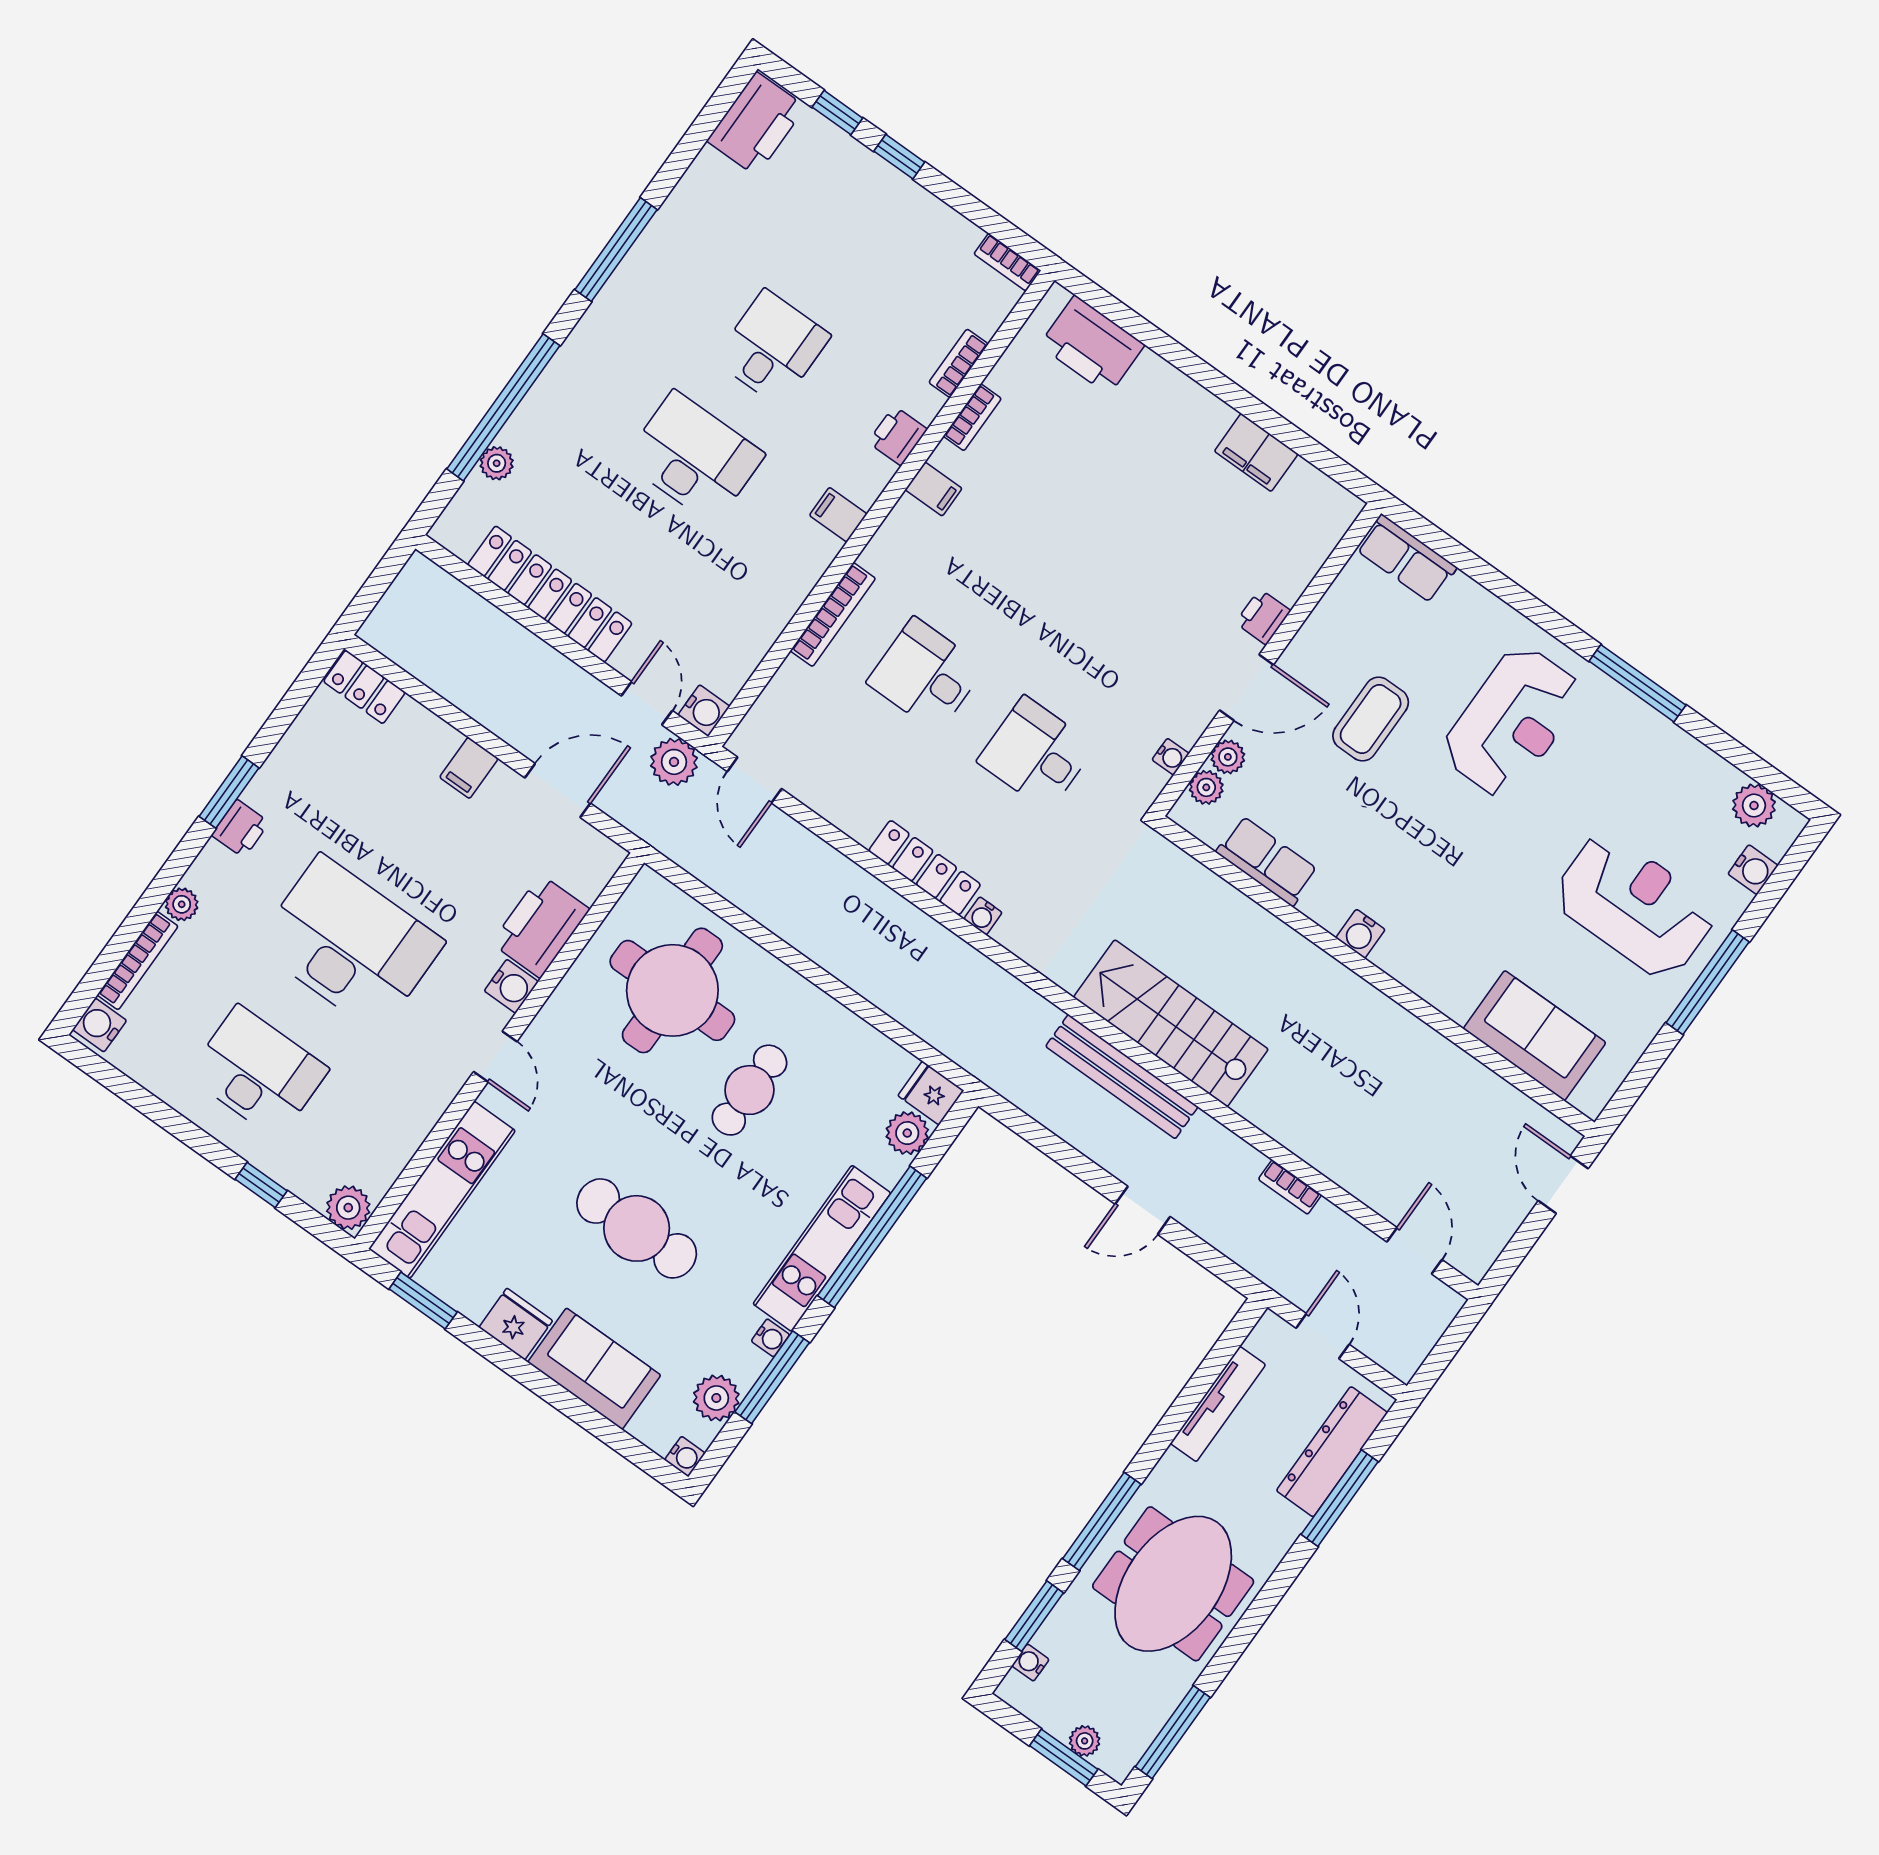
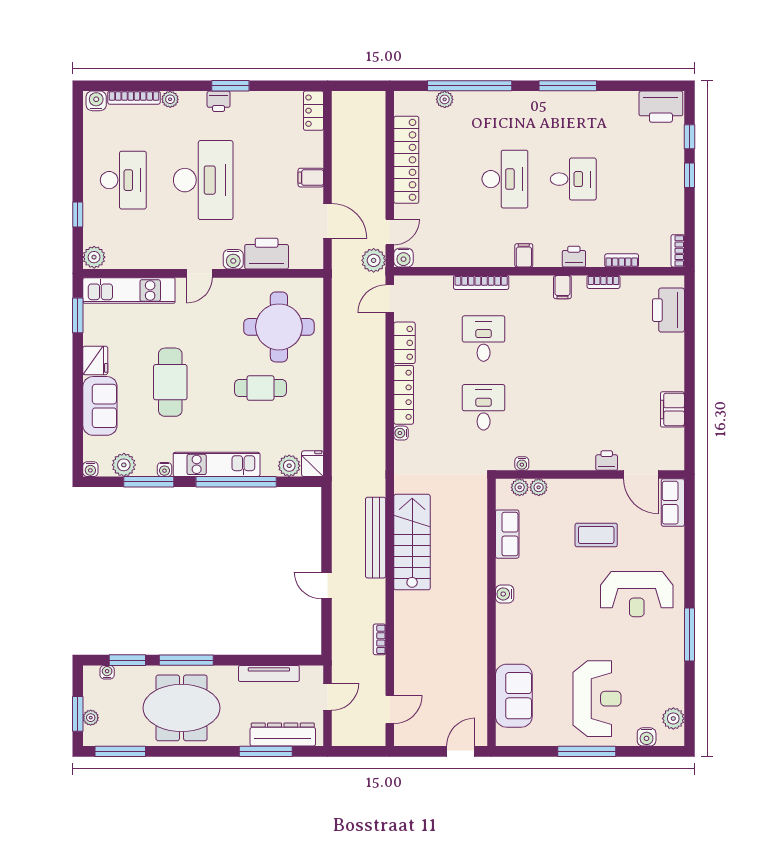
door: (1246, 688) -> (641, 475), moved
locker: (842, 807) -> (404, 343), added

